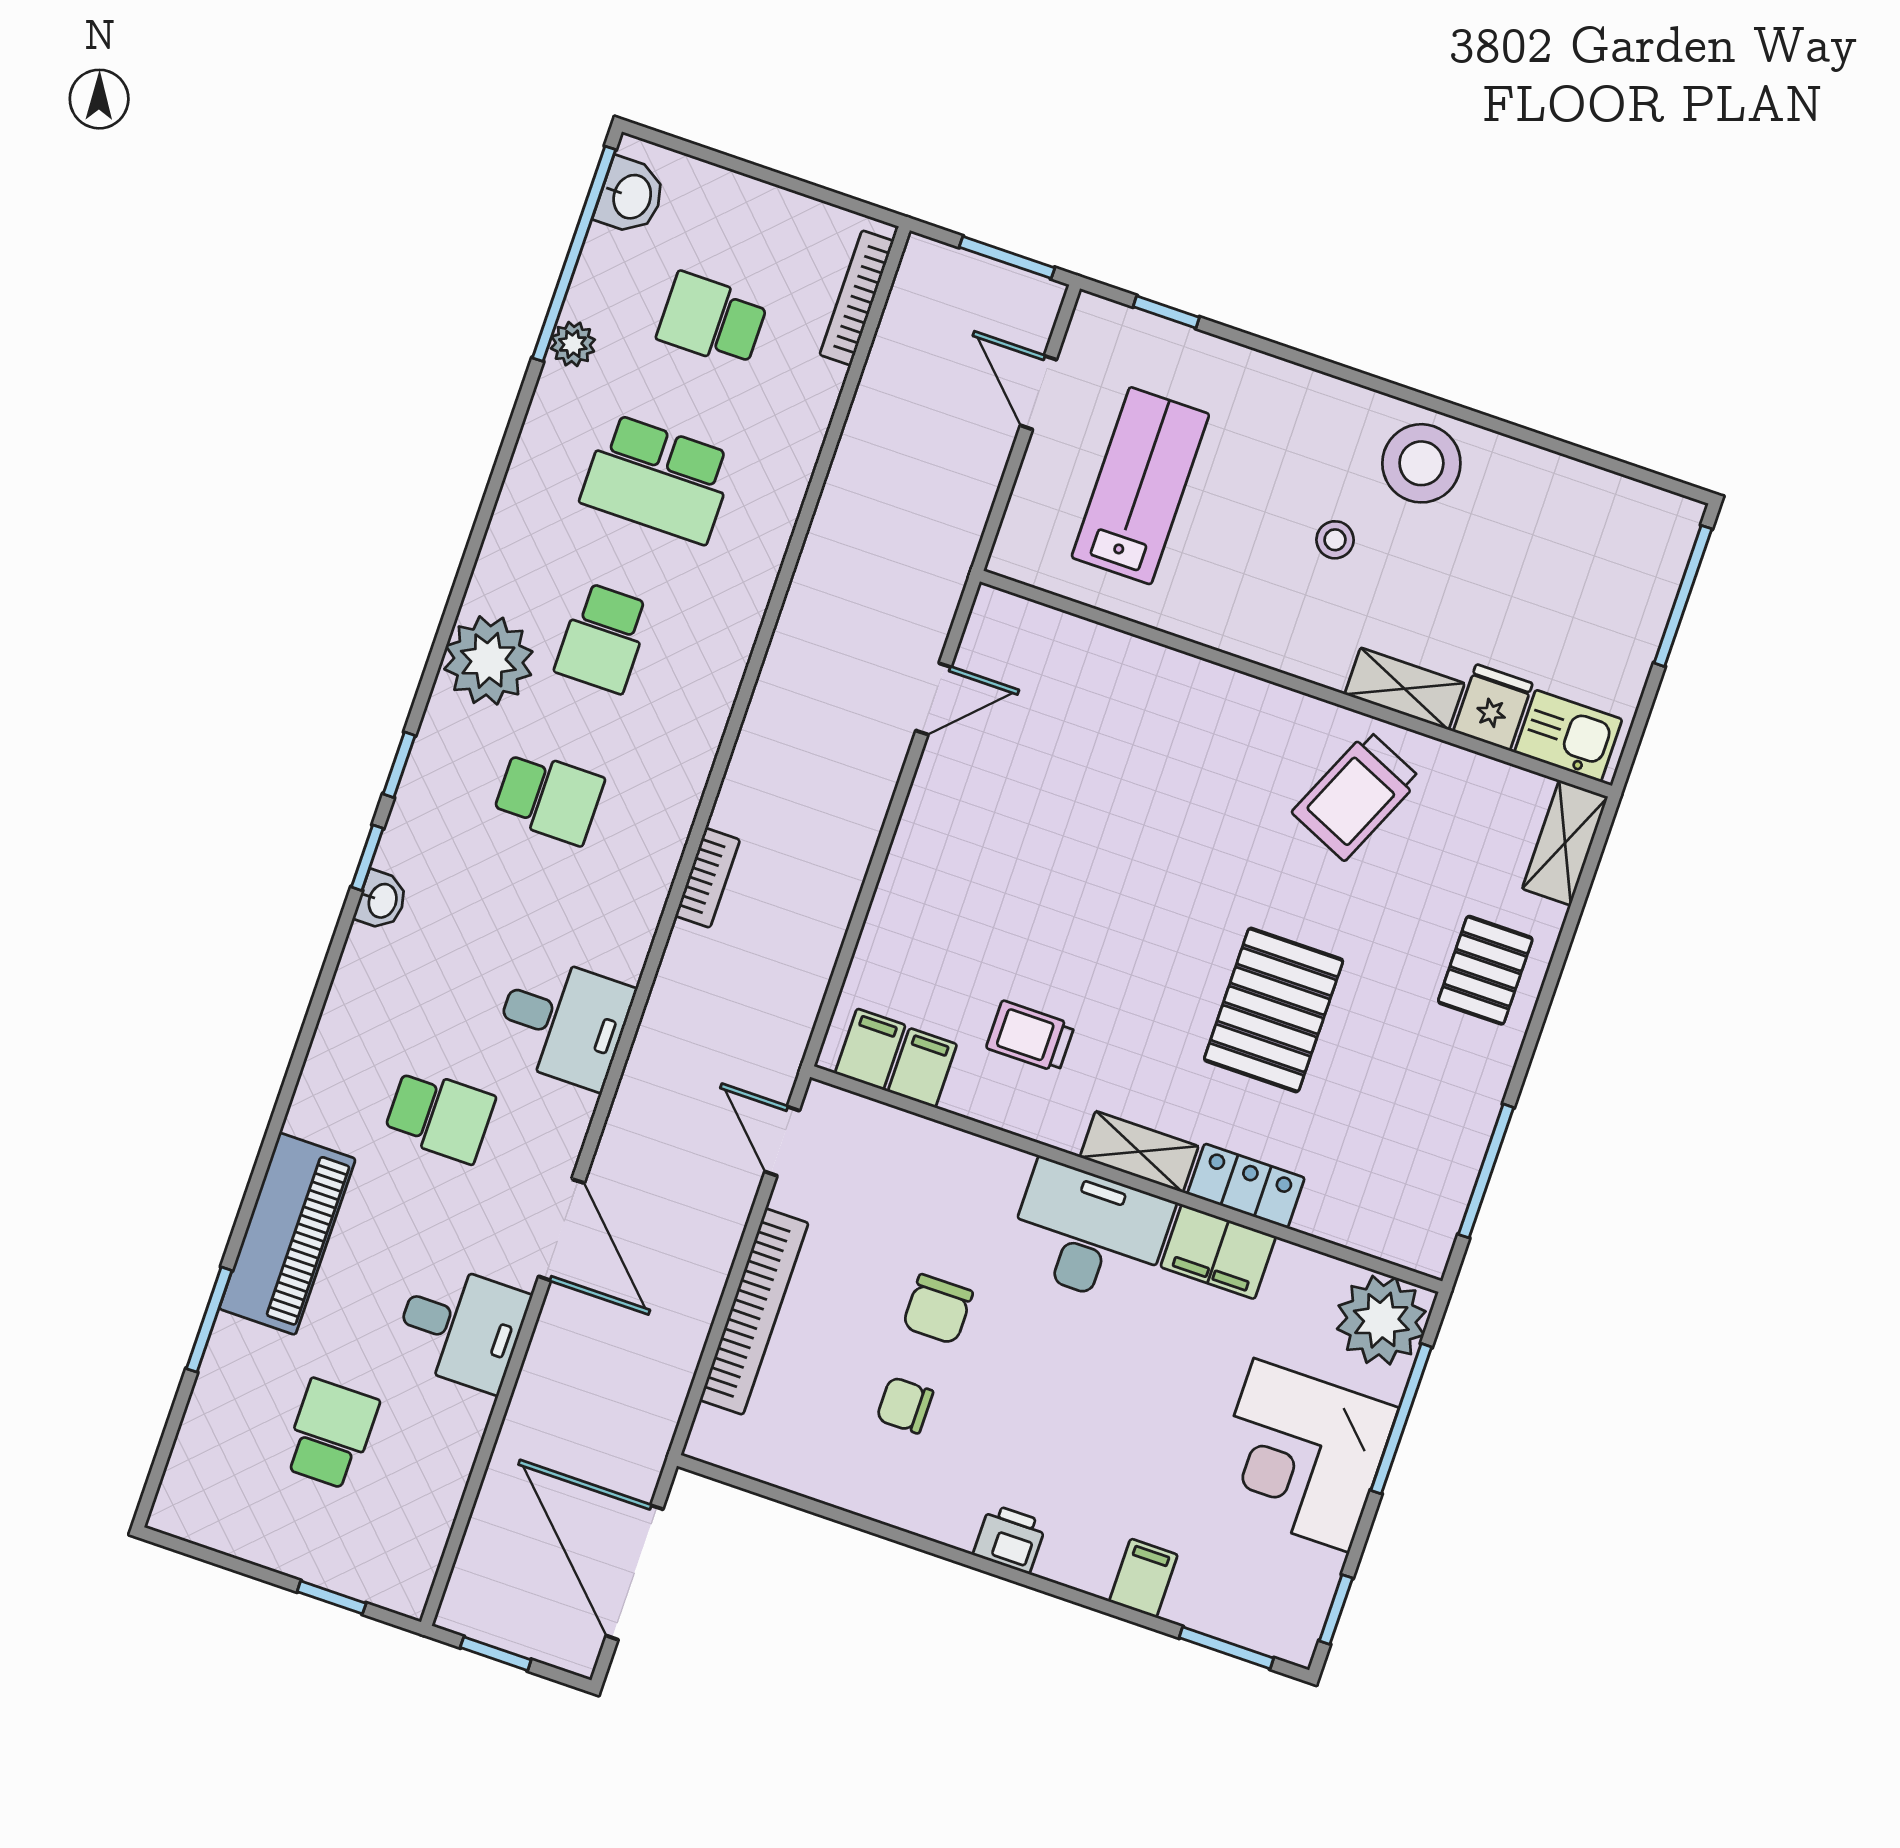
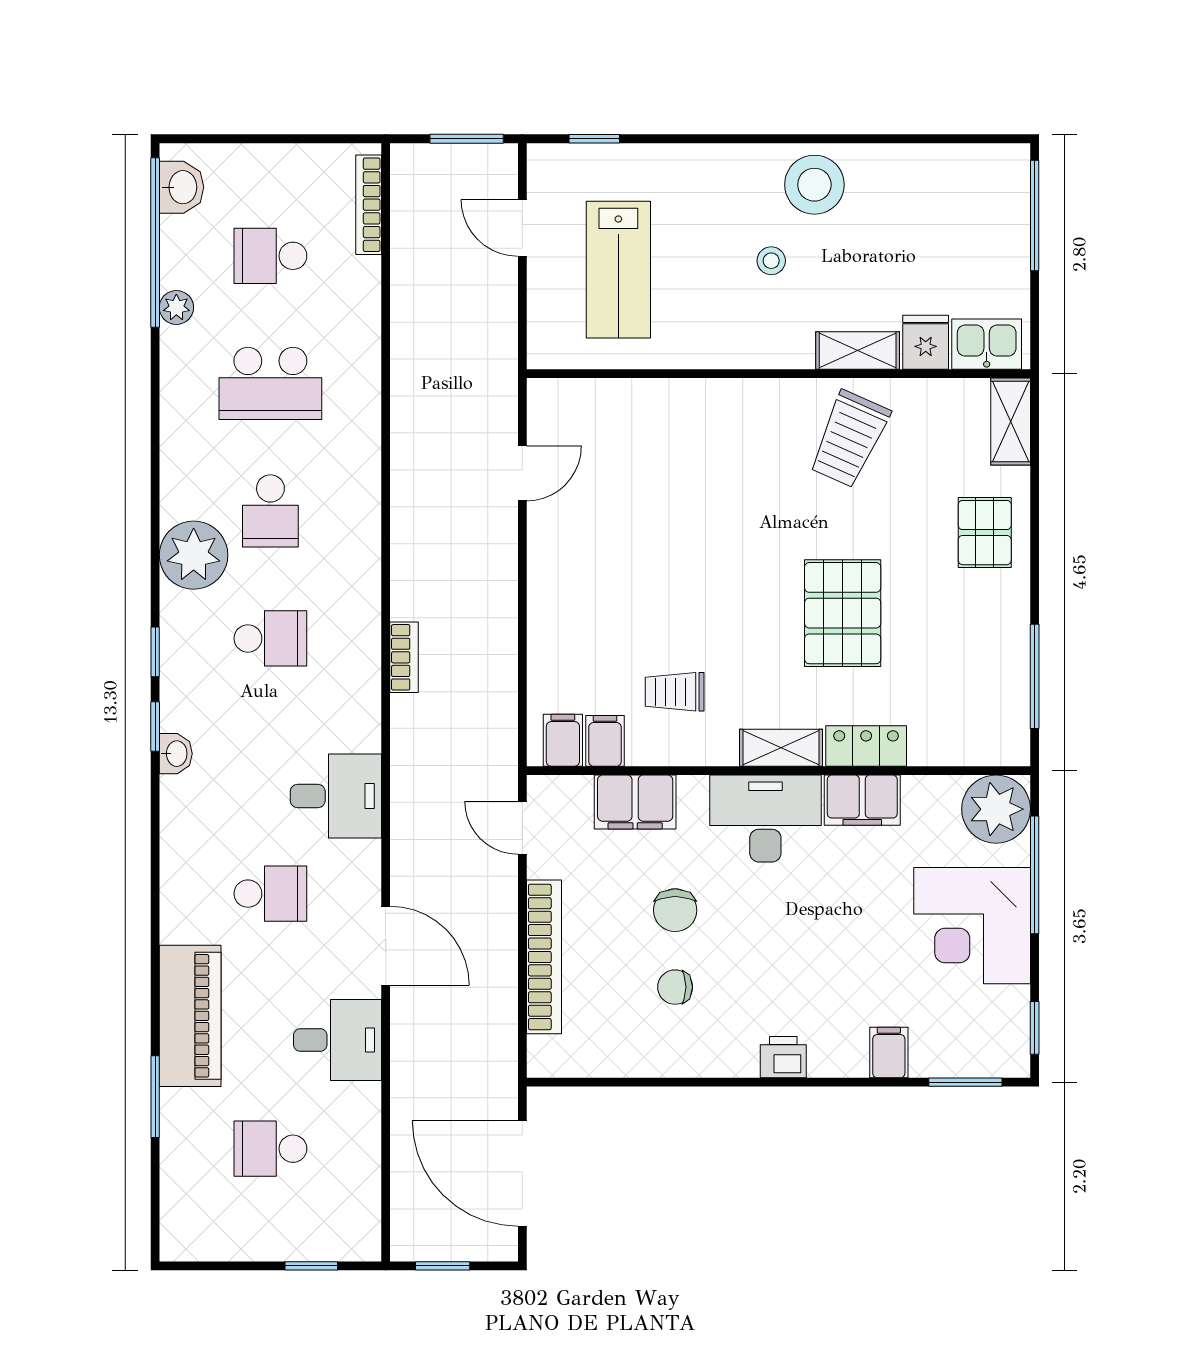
lab bench: (1140, 486) -> (618, 270), turned 180
filing cabinet: (934, 1157) -> (635, 802), added
school desk: (331, 1434) -> (270, 1149), turned -90

